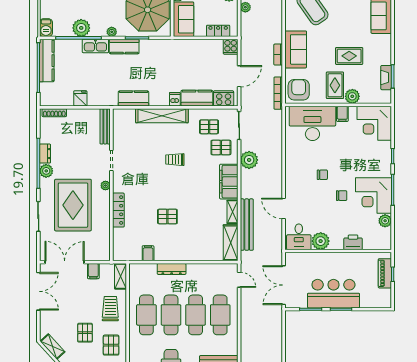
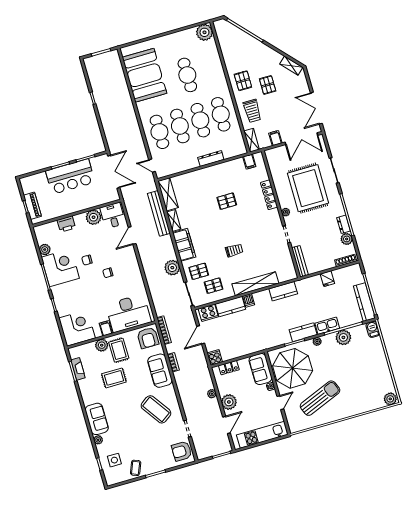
plant: (46, 171) -> (347, 239), moved
door: (284, 208) -> (132, 236), swing flipped
filing cabinet: (148, 253) -> (249, 162), moved

